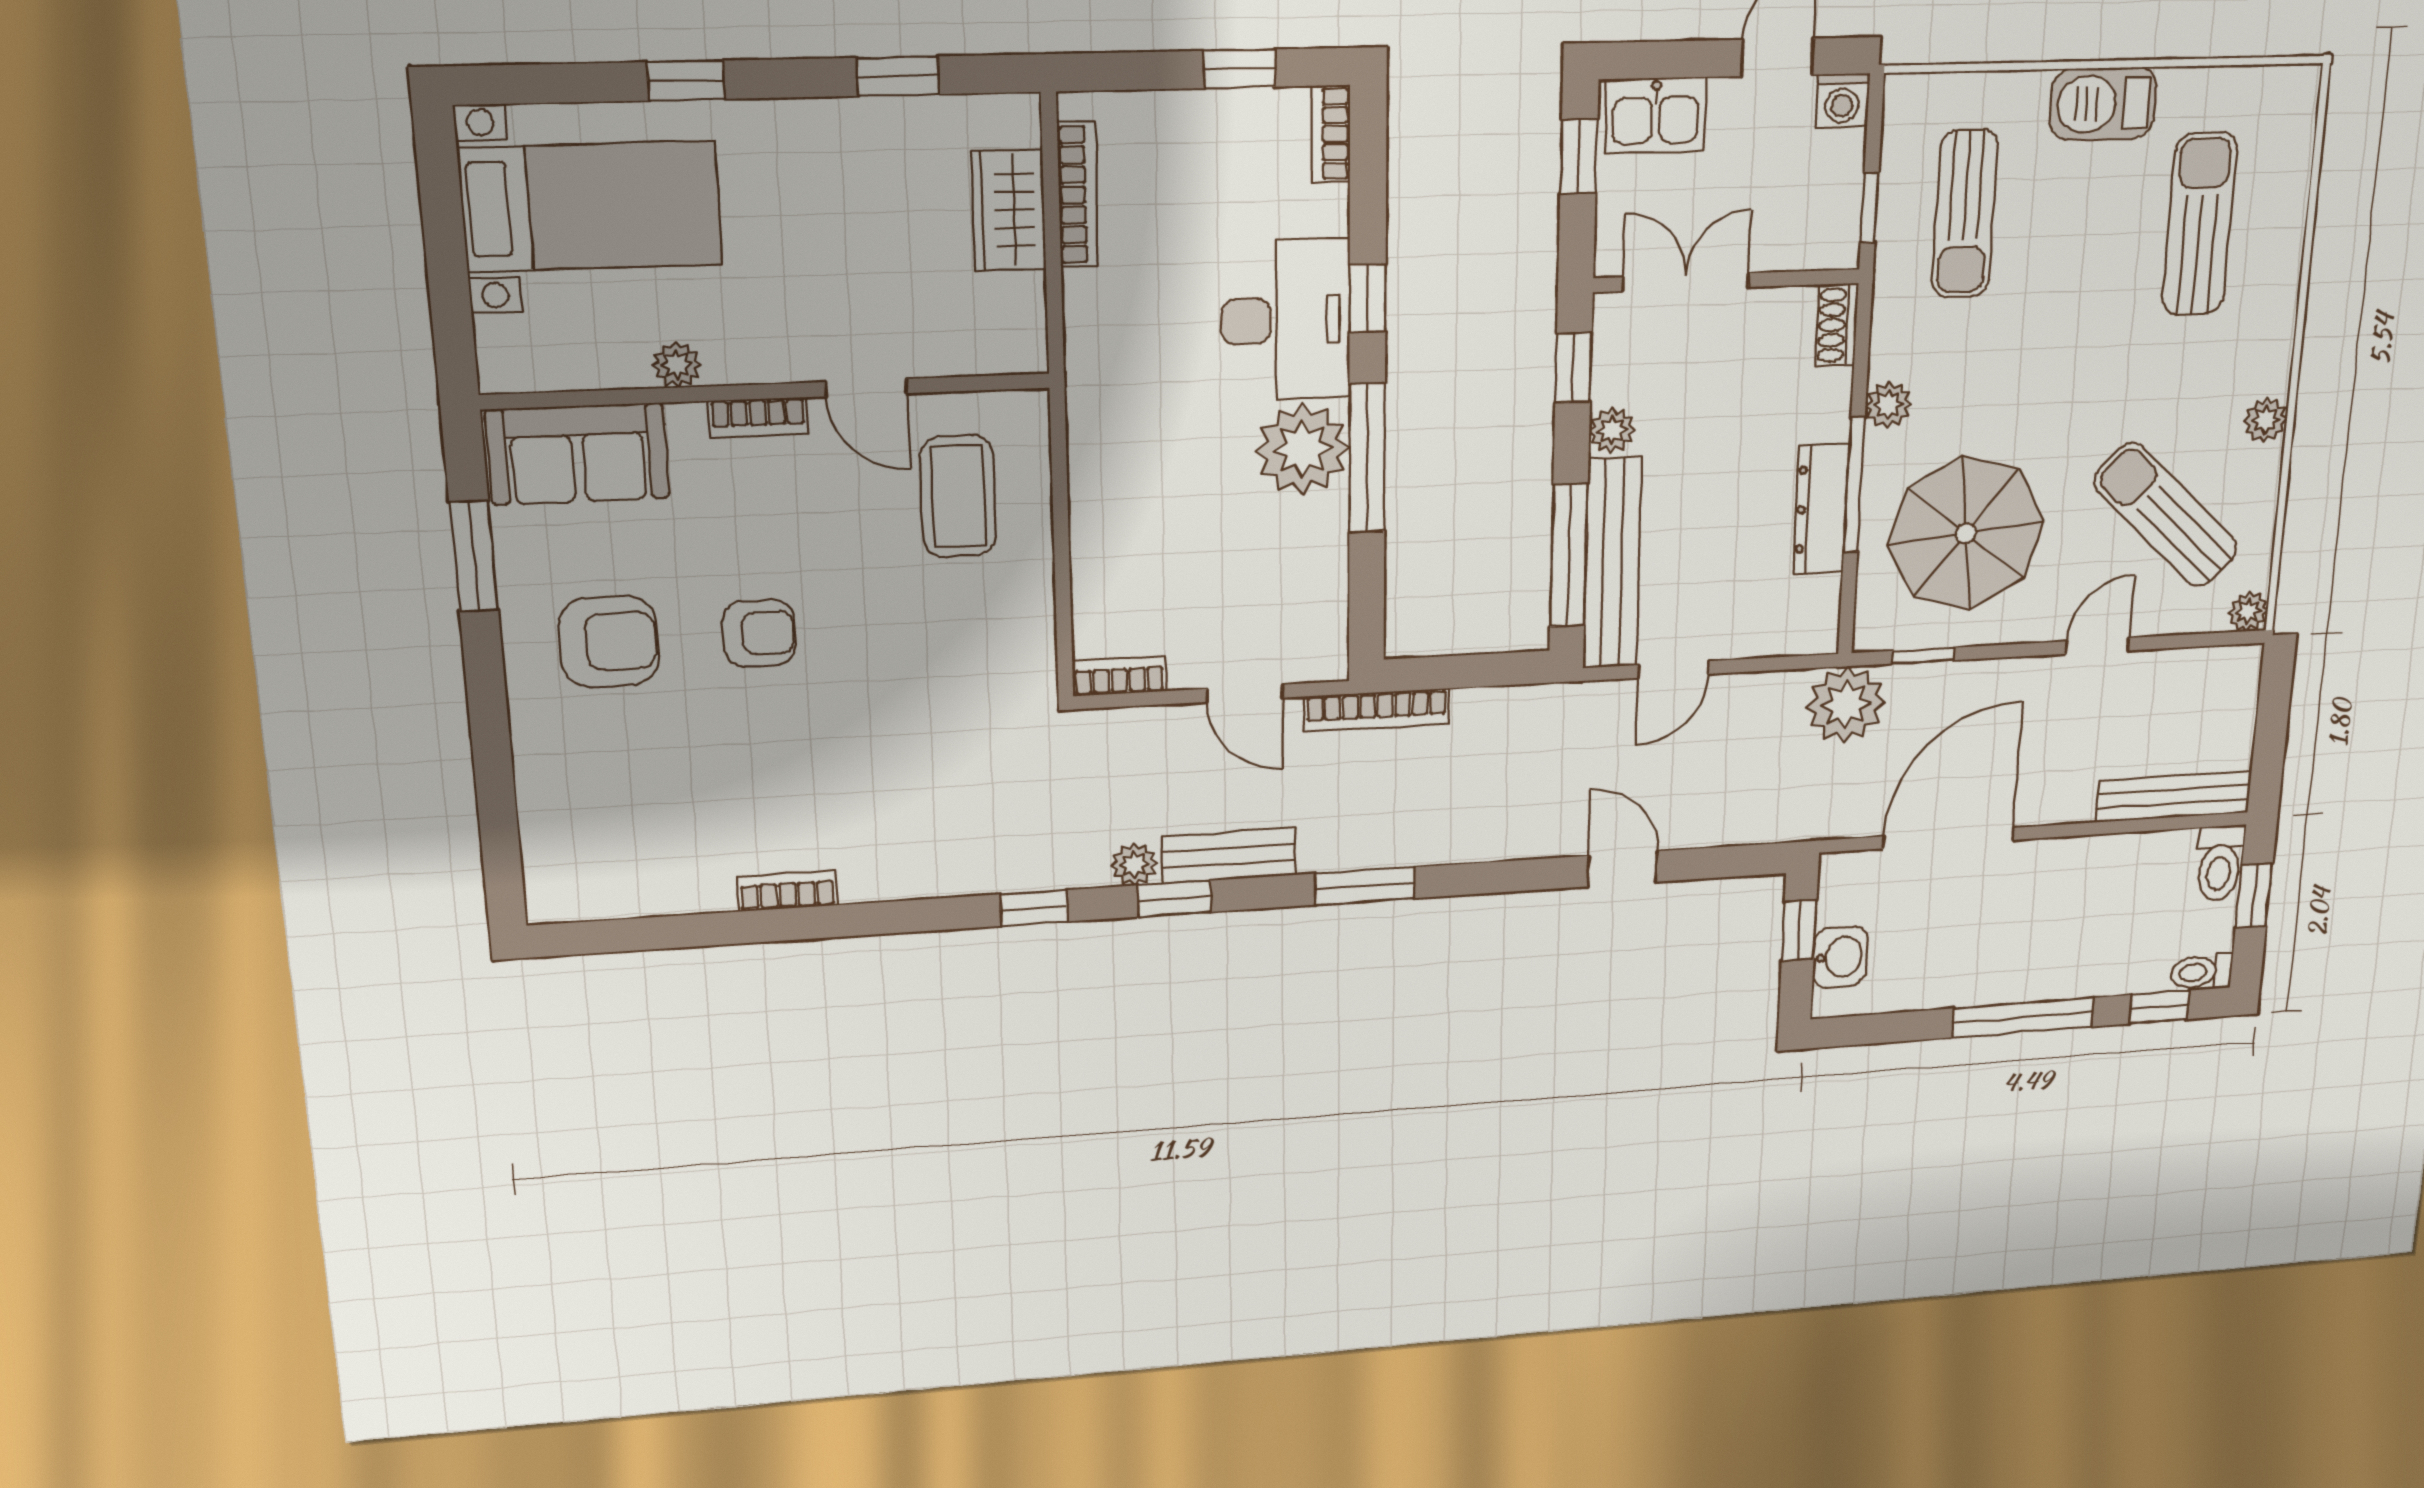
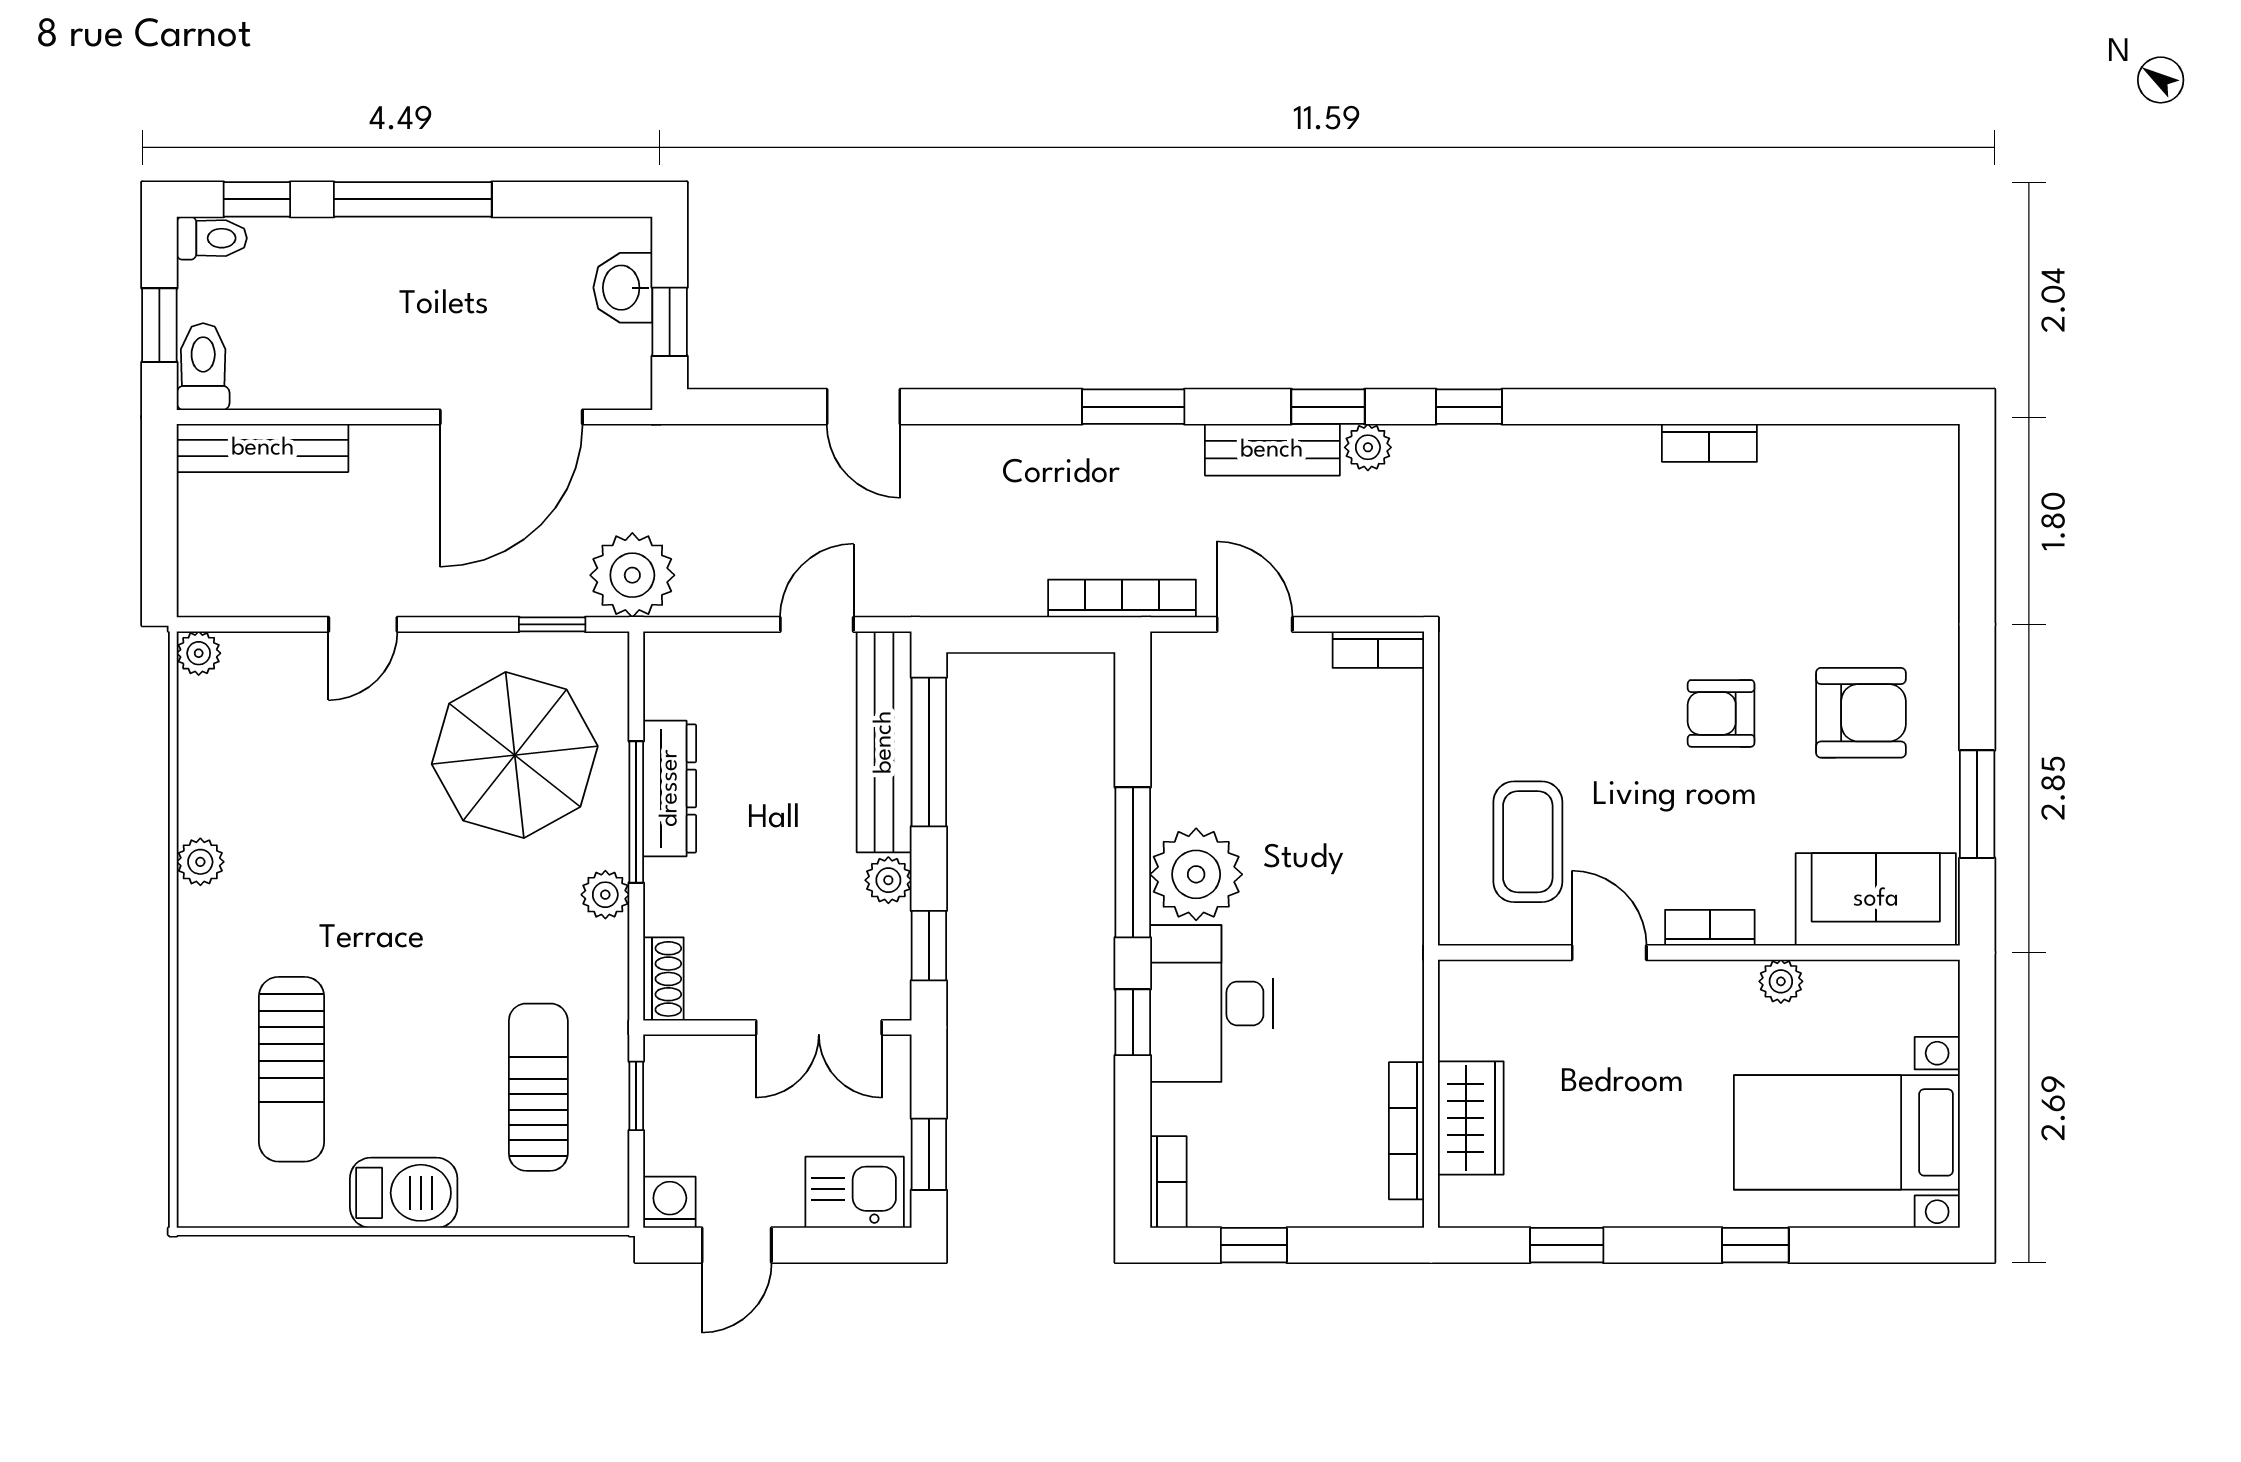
sun lounger: (2166, 515) -> (300, 764), removed
armchair: (609, 642) -> (1861, 713), turned 180

